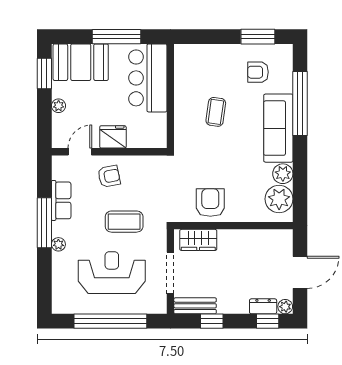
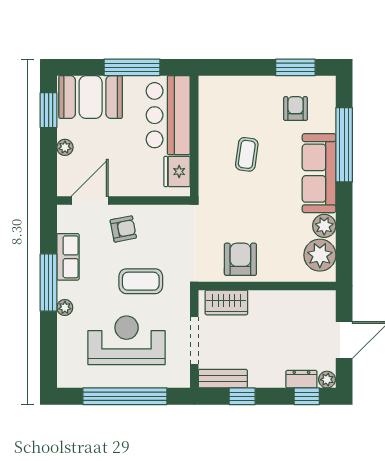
armchair: (258, 72) -> (296, 109), turned 90
fridge: (113, 137) -> (177, 172), moved, turned -90
door: (80, 152) -> (90, 201), width x1.38

